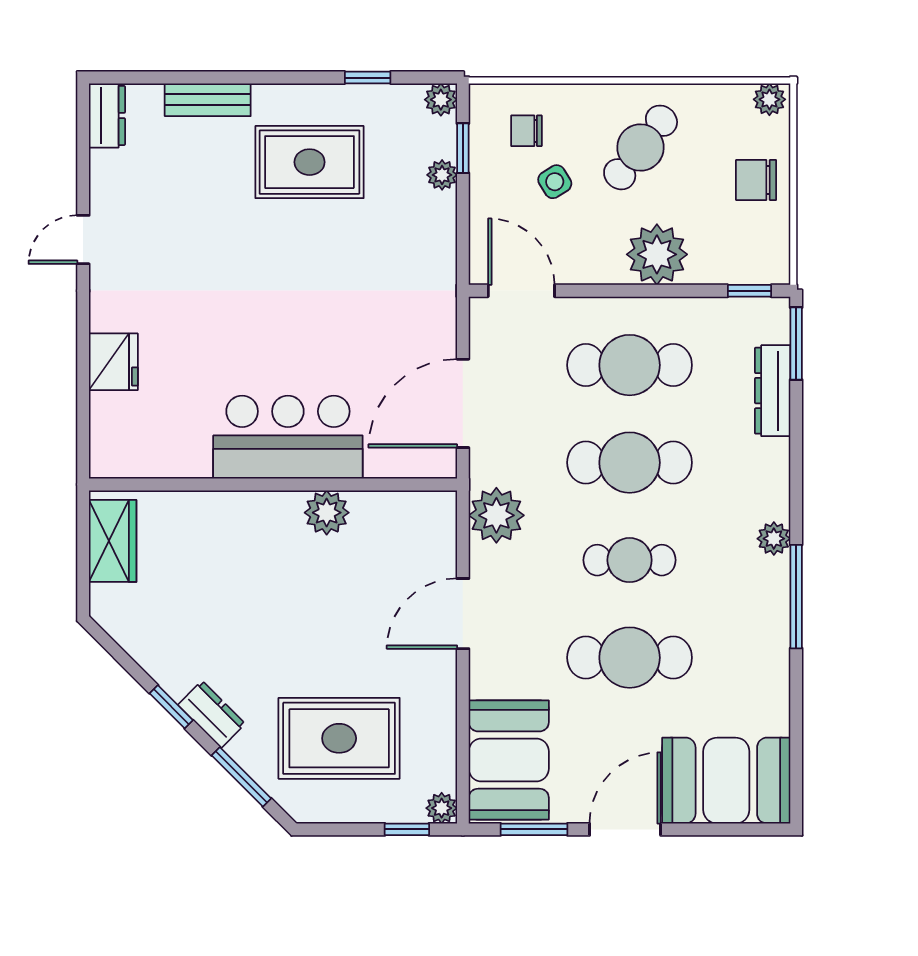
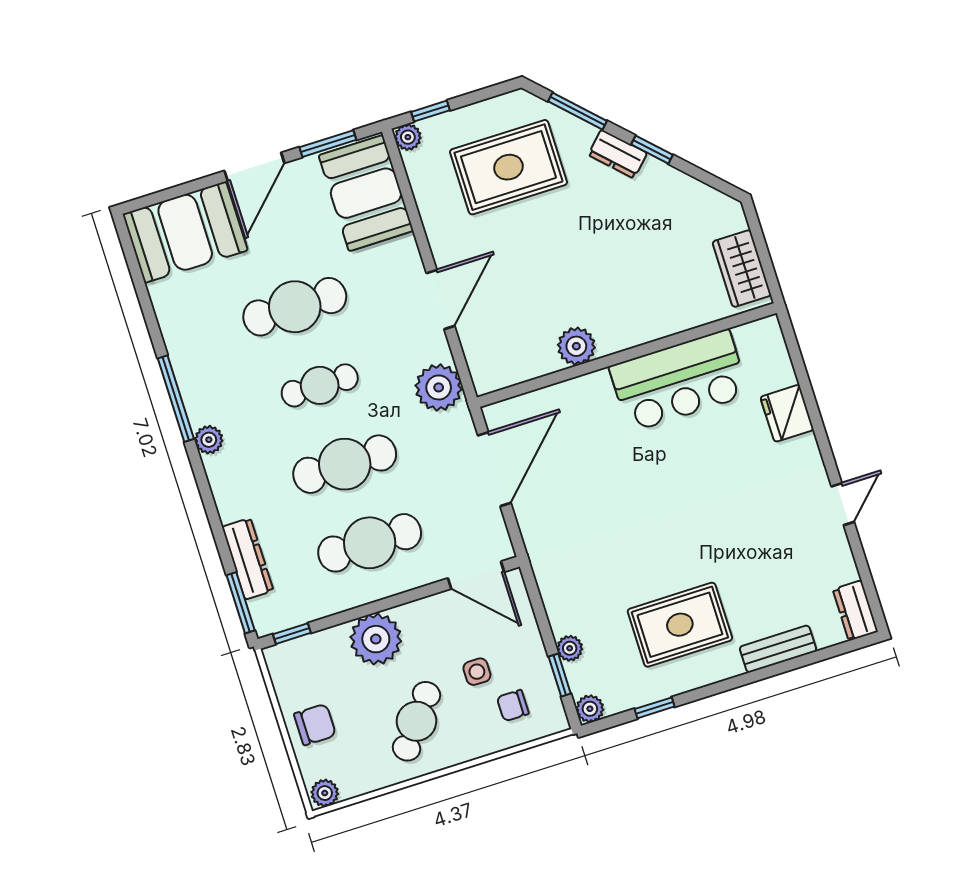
chair: (526, 131) -> (513, 706), turned 180
side table: (555, 182) -> (477, 672), turned 32
bar counter: (288, 437) -> (679, 381), moved

